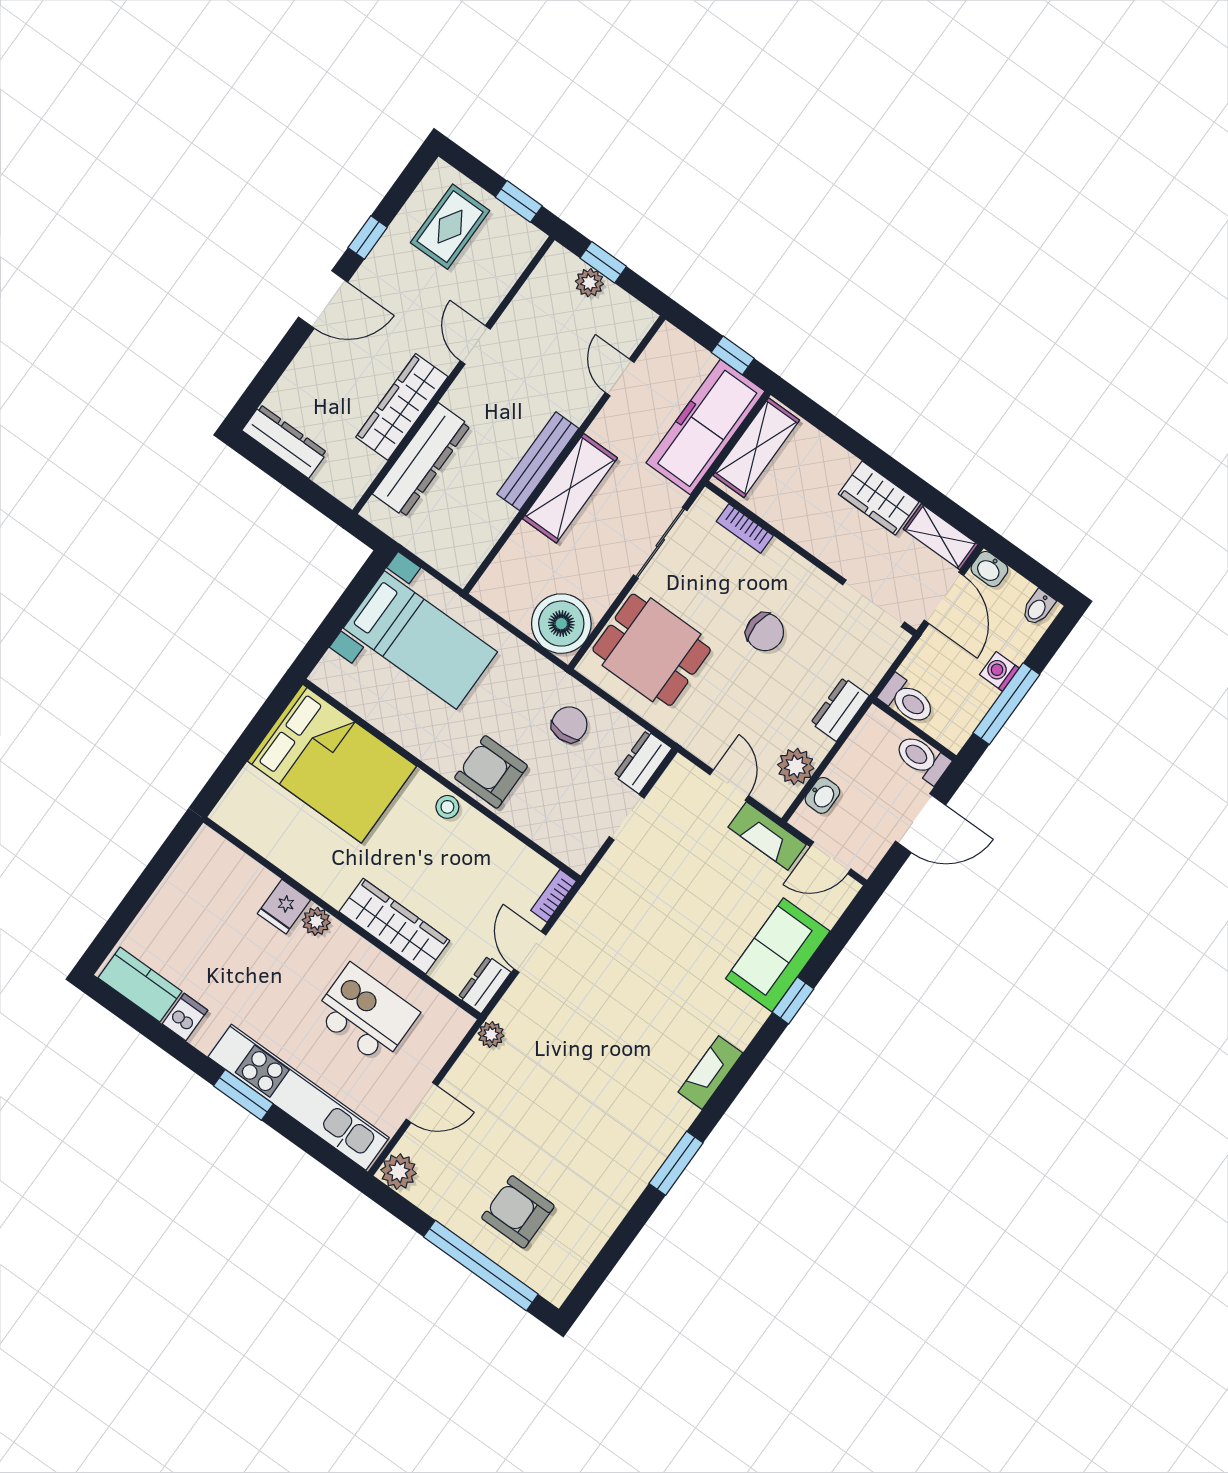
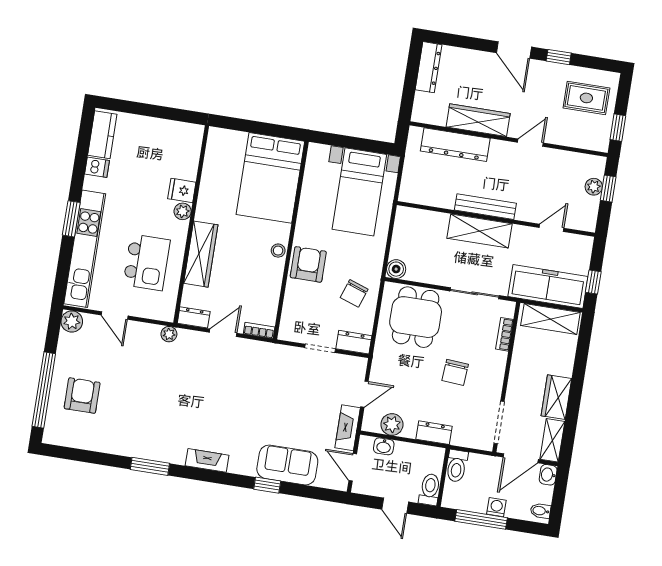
boiler: (561, 624) -> (396, 269), width x0.54, depth x0.54
chair: (569, 724) -> (354, 293), turned 109
door: (921, 823) -> (395, 506), width x0.73

